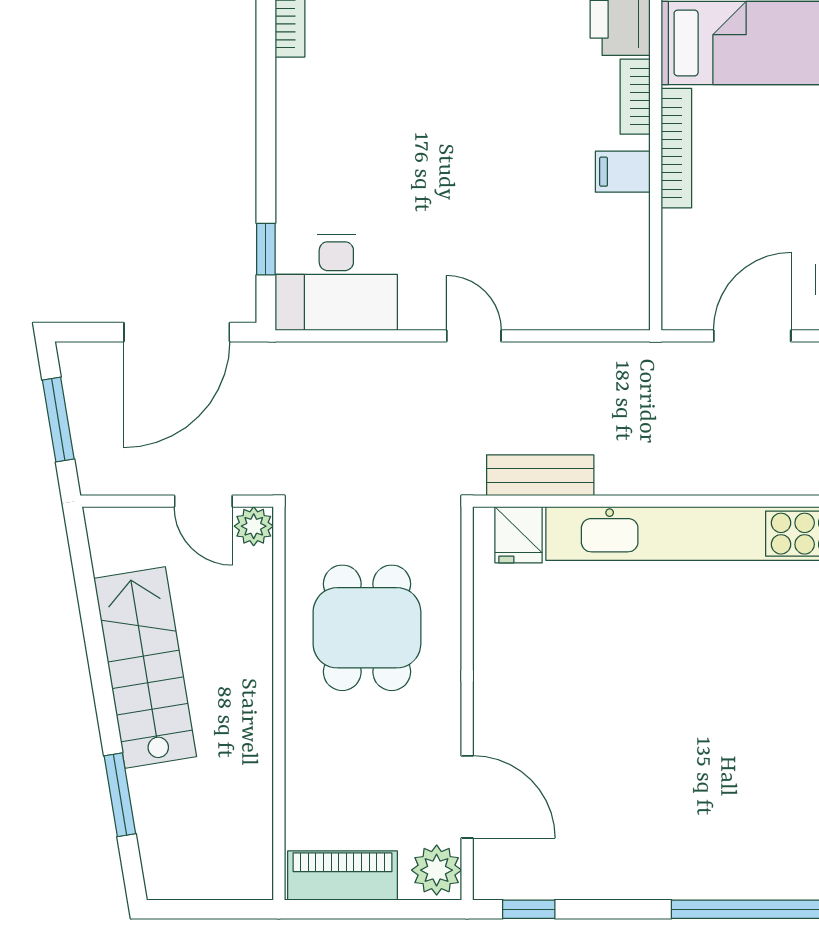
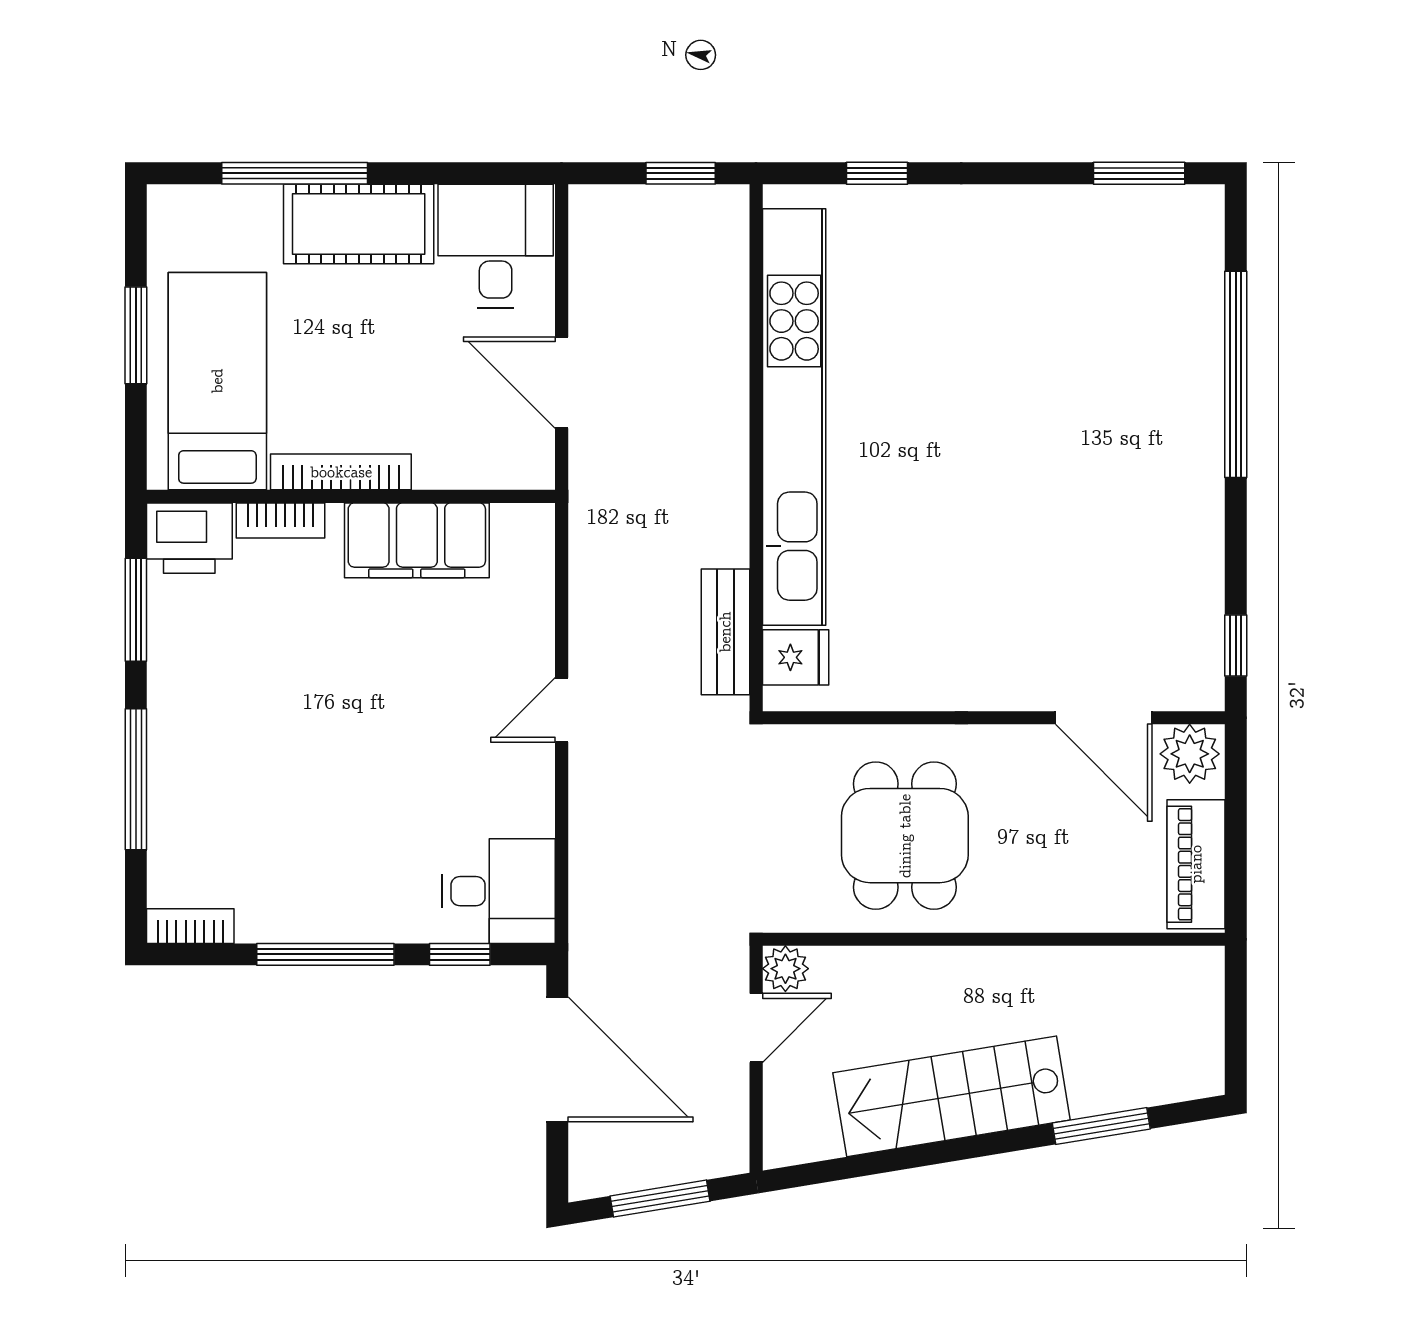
window: (266, 135) -> (325, 954), added
filing cabinet: (623, 172) -> (417, 540), width x3.00, depth x1.17
desk: (336, 282) -> (499, 891), width x0.73
dining table: (367, 628) -> (905, 836), turned 90
door: (467, 797) -> (1104, 718), swing flipped

